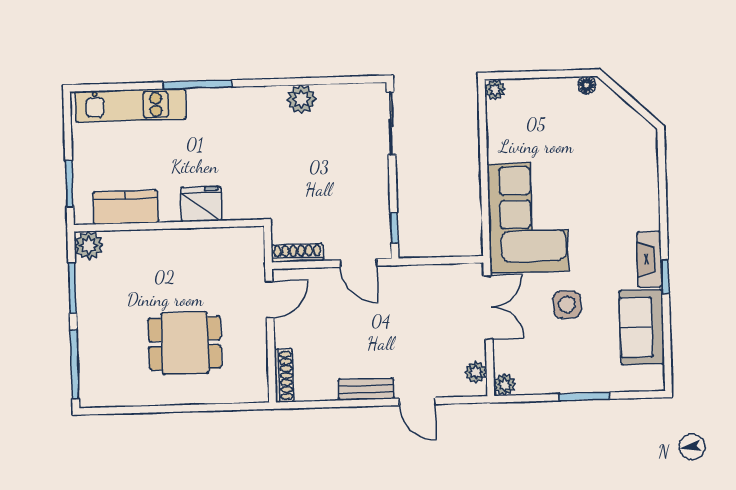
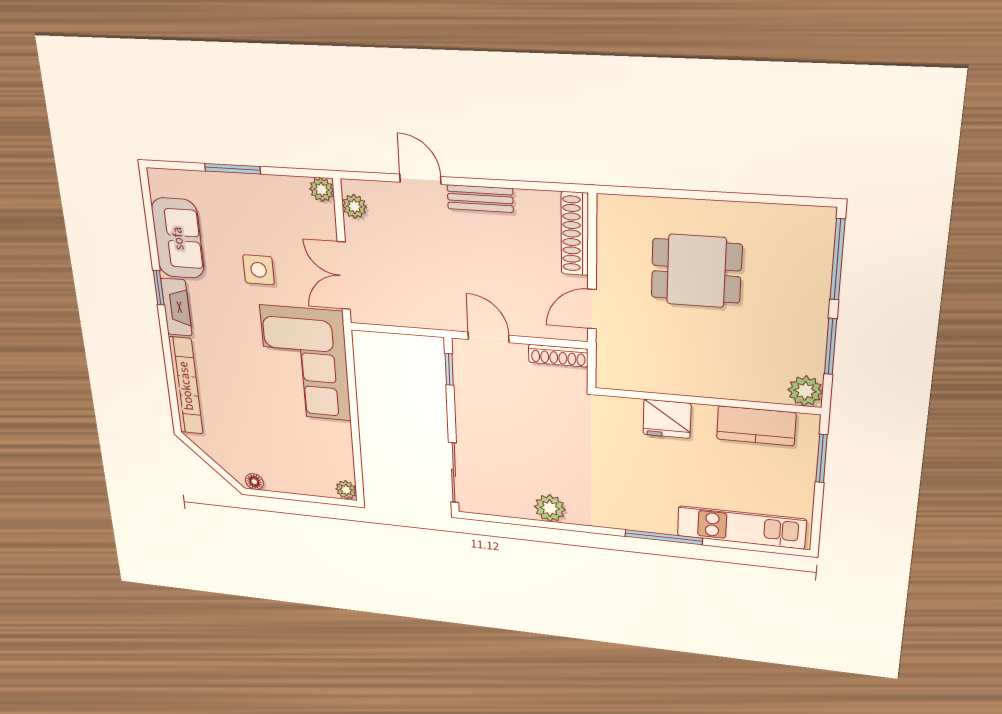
bookcase: (648, 180) -> (186, 386), added
shoe rack: (284, 375) -> (575, 234), width x1.36, depth x1.24

